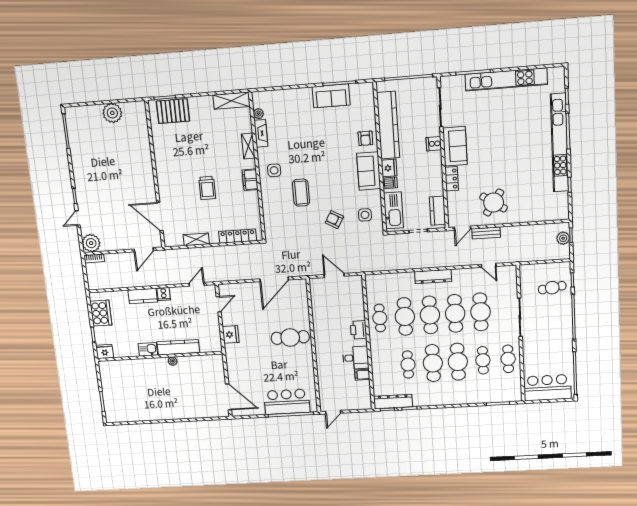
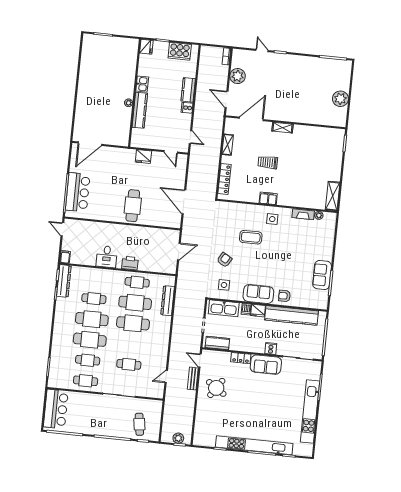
pallet: (173, 111) -> (333, 148), removed
shelving: (248, 146) -> (282, 128), moved
plant: (91, 243) -> (238, 76), moved
dresser: (433, 277) -> (168, 301), moved
cafe table: (481, 312) -> (129, 364), width x0.73, depth x0.74
cafe table: (455, 313) -> (131, 344), removed
filing cabinet: (362, 375) -> (65, 257), moved

